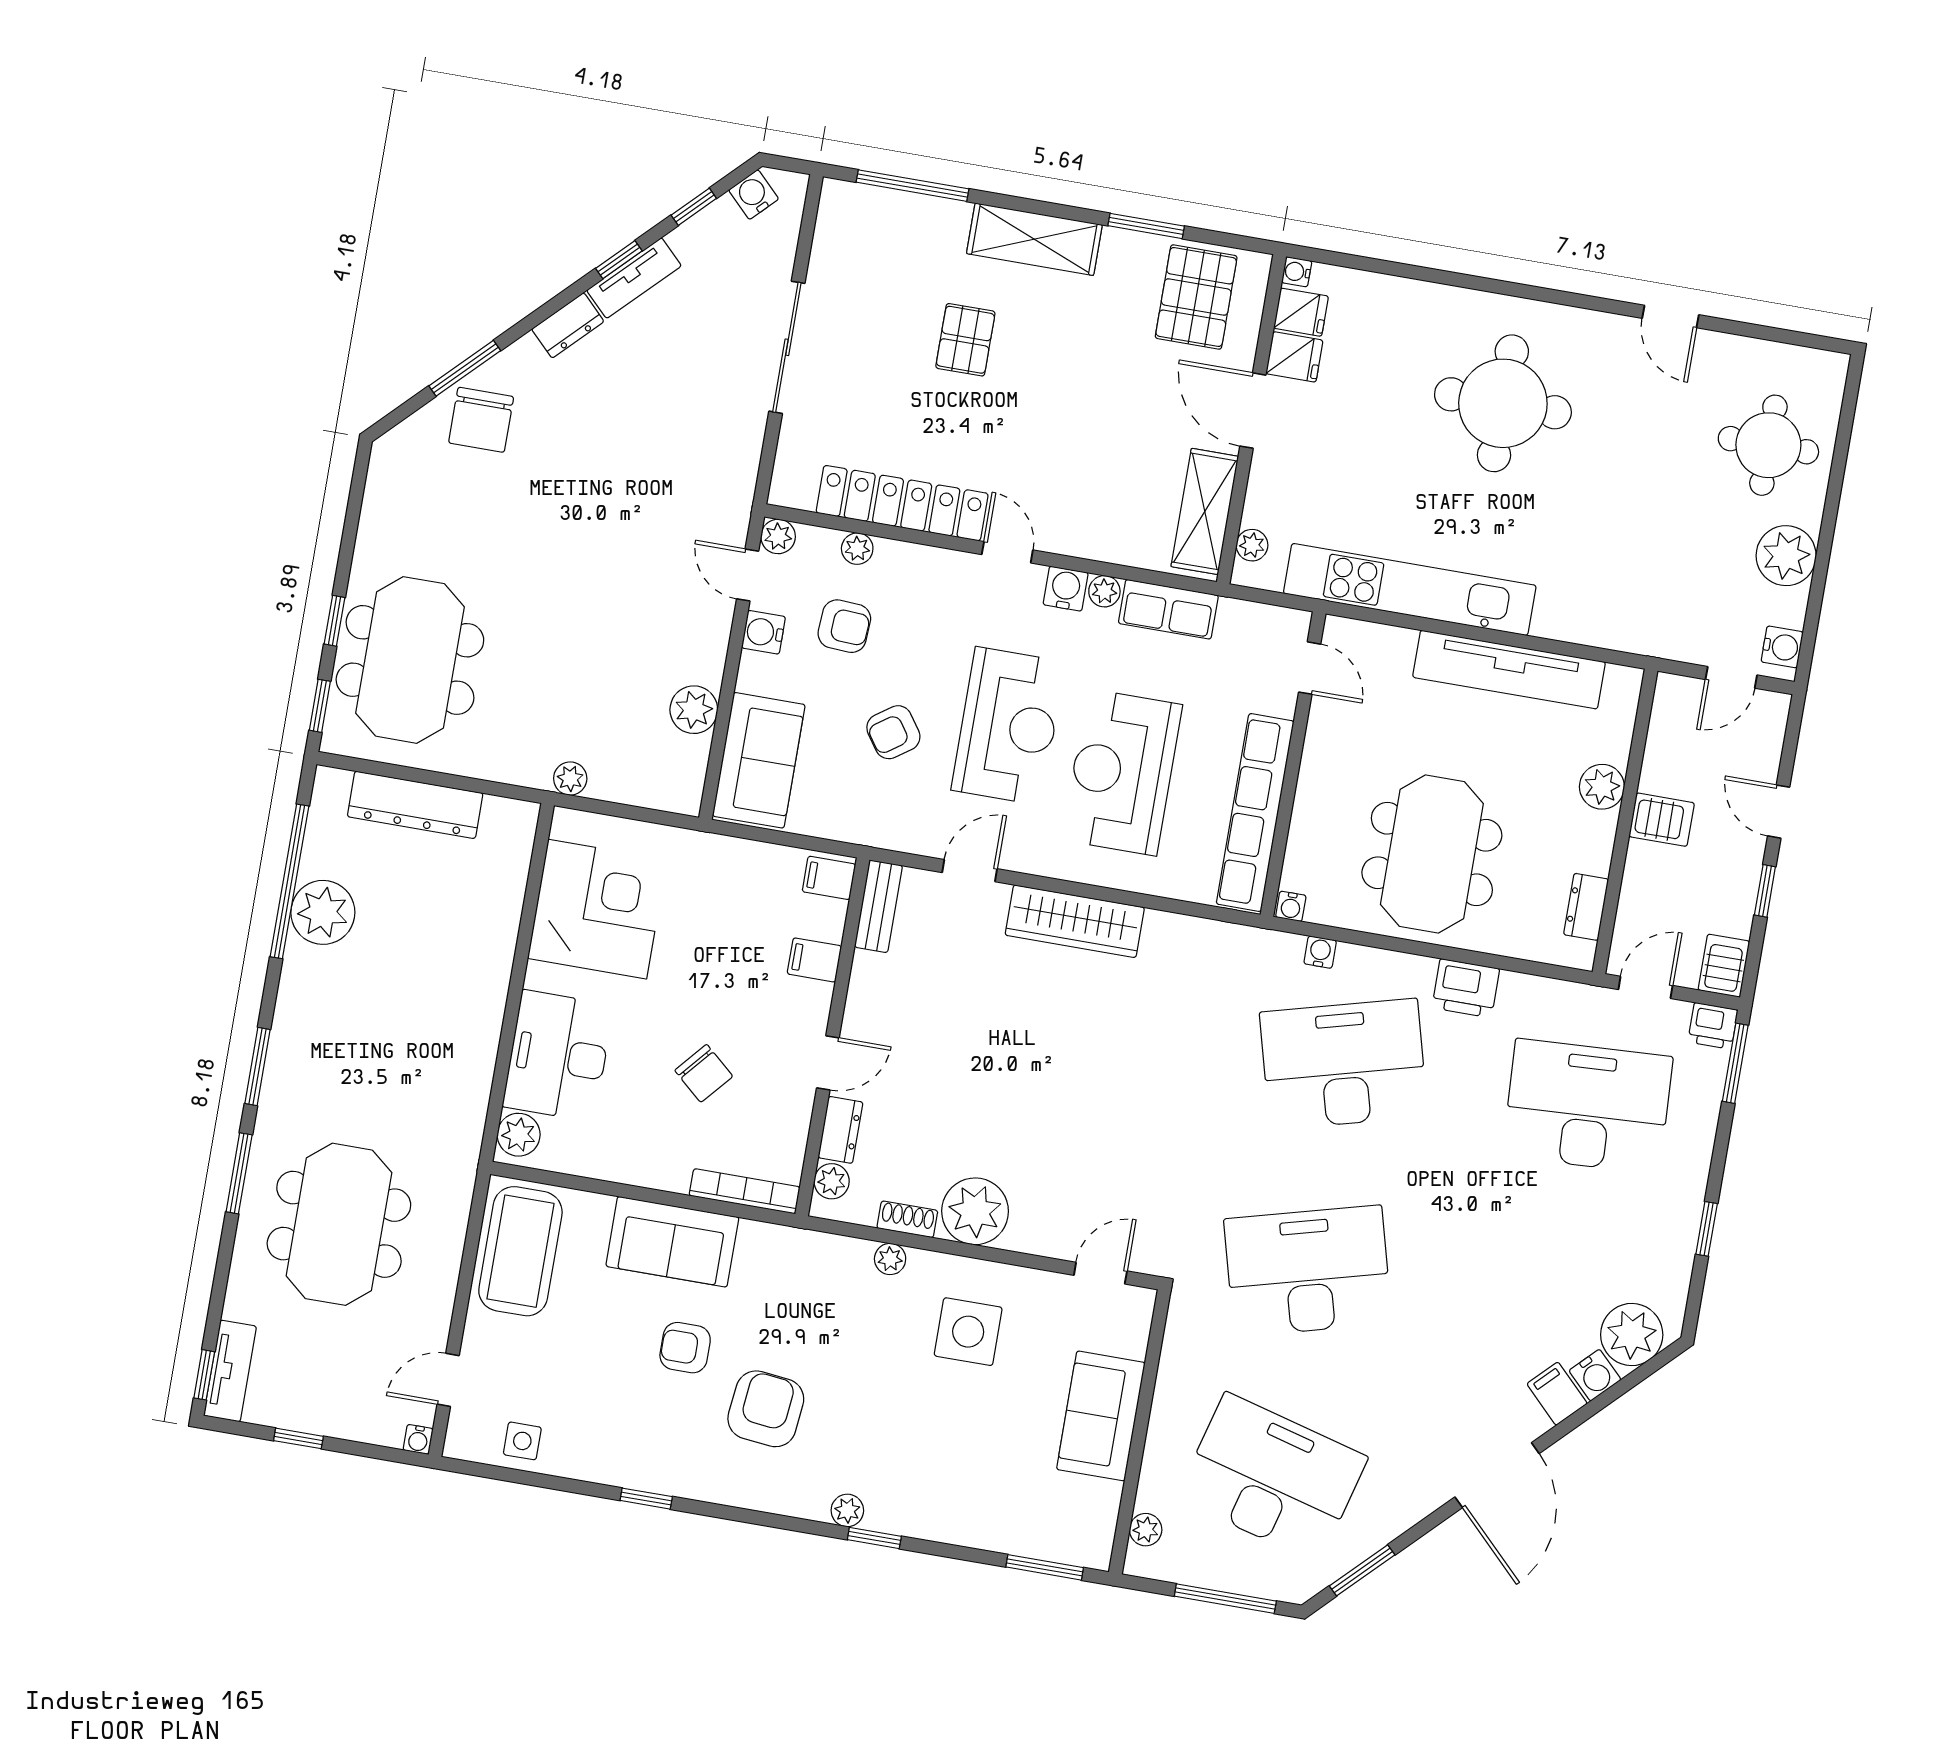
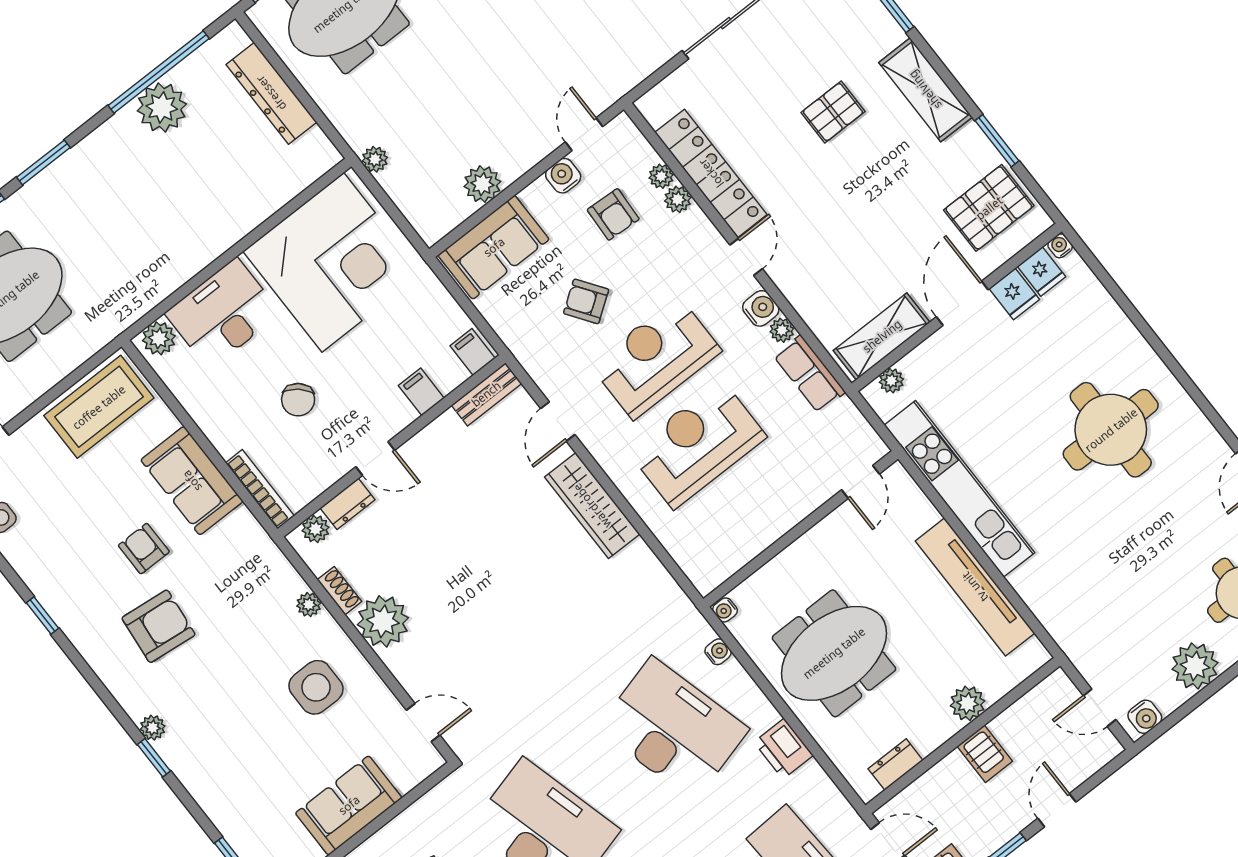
plant: (778, 536) -> (678, 199), moved
reception desk: (1008, 726) -> (656, 358), turned 180
row of seats: (1255, 813) -> (753, 537), removed
door: (970, 871) -> (558, 421), swing flipped
corner desk: (597, 909) -> (333, 262), width x1.36, depth x1.36

